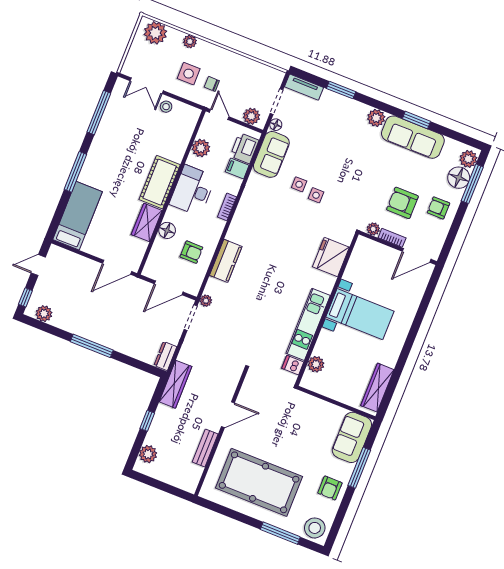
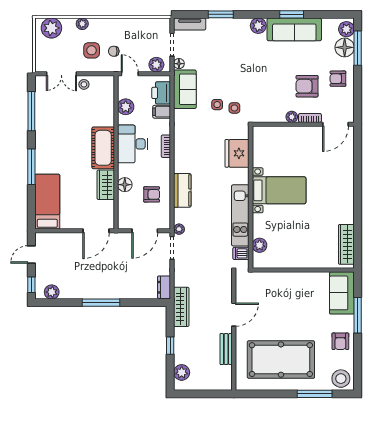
fridge: (331, 257) -> (237, 153), moved
wall: (327, 309) -> (251, 197), moved
bed with nightstands: (360, 314) -> (279, 190), moved
kitchen unit: (308, 324) -> (240, 215), moved
plant: (316, 364) -> (260, 245), moved
dishwasher: (293, 365) -> (241, 253), moved

